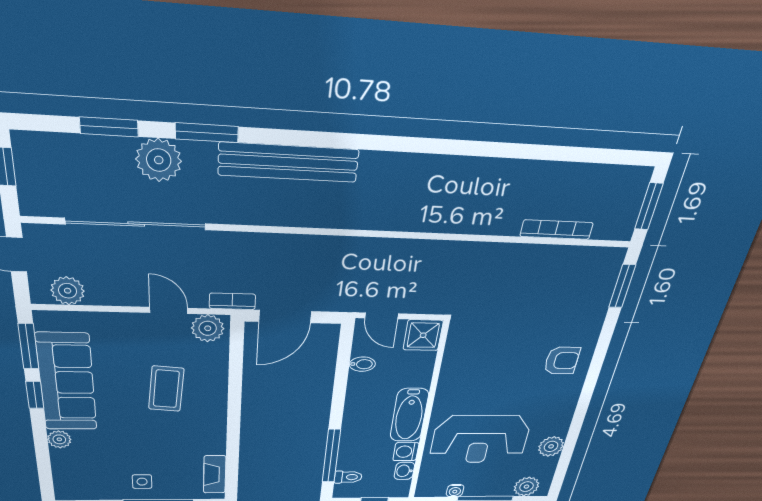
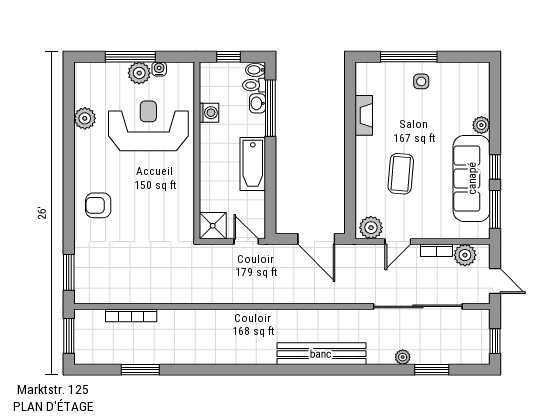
window: (207, 133) -> (140, 370), moved
plant: (159, 160) -> (403, 357), width x0.53, depth x0.53
bookcase: (232, 301) -> (436, 250), moved
door: (169, 310) -> (398, 242), hinge flipped
door: (285, 317) -> (316, 239), swing flipped
bidet: (362, 364) -> (255, 70), moved
bathtub: (409, 415) -> (253, 164), moved, turned 180
washbasin: (404, 471) -> (257, 103), moved, turned 180
fireplace: (215, 474) -> (364, 115), moved
plant: (526, 487) -> (139, 73), moved

